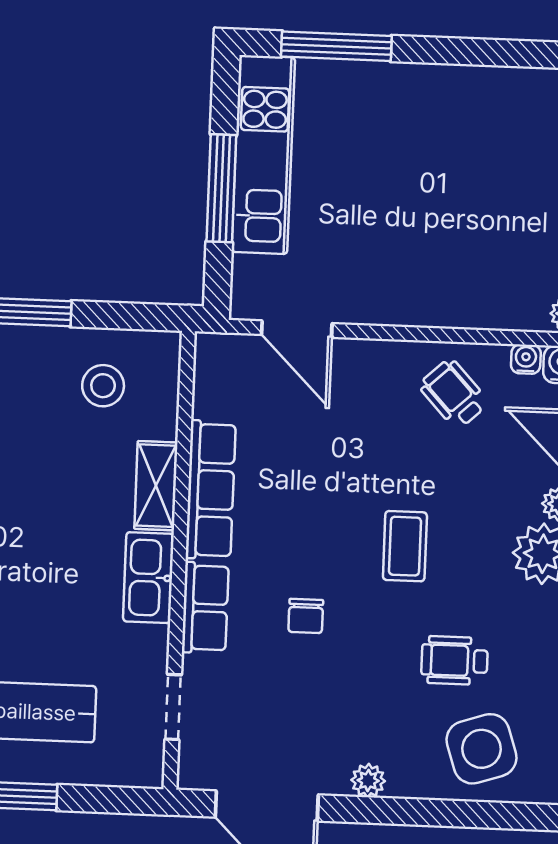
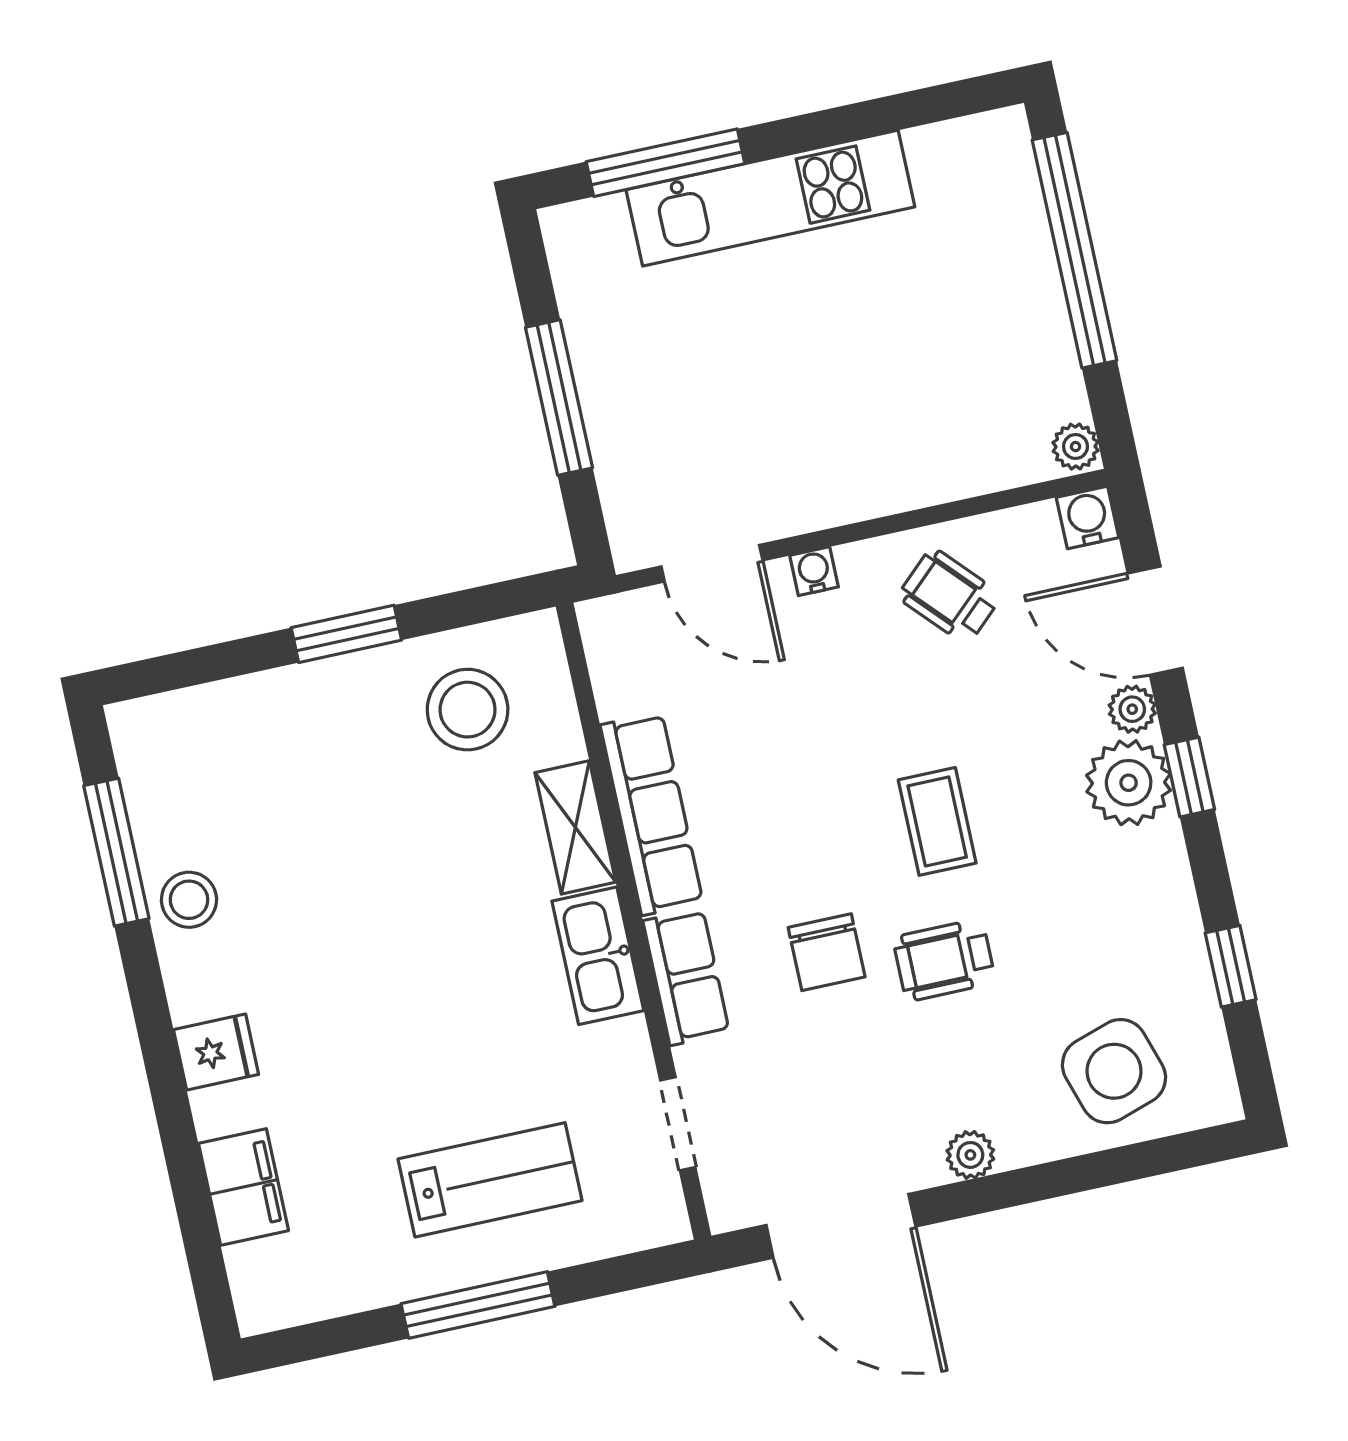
kitchen unit: (263, 155) -> (770, 198), moved, turned 90
water cooler: (526, 359) -> (814, 571), moved
stool: (103, 386) -> (468, 710), width x1.38, depth x1.38
chair: (306, 616) -> (827, 952), width x1.37, depth x1.37
wheelchair: (455, 660) -> (944, 960), moved

